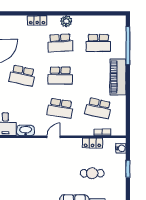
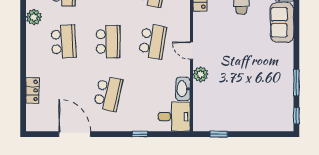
locker: (37, 20) -> (32, 90), moved
plant: (66, 21) -> (34, 17), moved
plant: (36, 143) -> (201, 74), added

